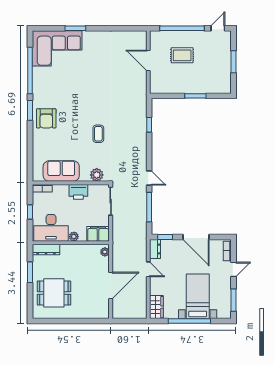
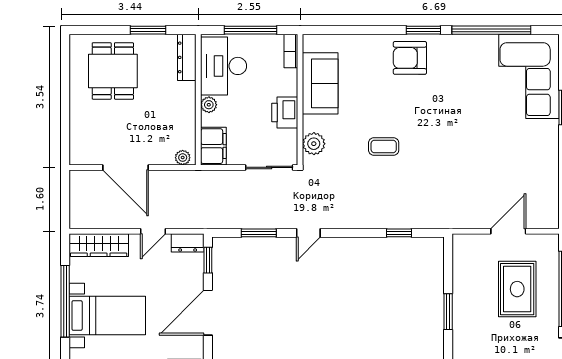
rug: (182, 55) -> (517, 289), width x1.36, depth x1.43
window: (149, 207) -> (259, 233), width x0.69
window: (30, 212) -> (251, 30), width x2.17
wardrobe: (156, 307) -> (99, 245), width x1.50

